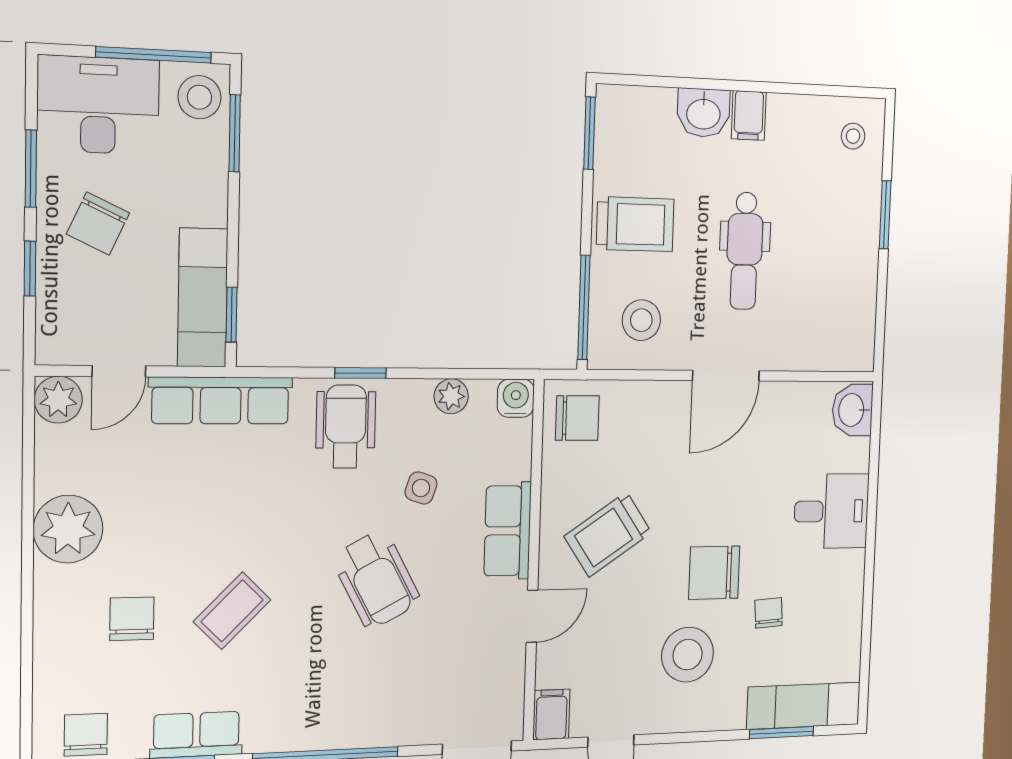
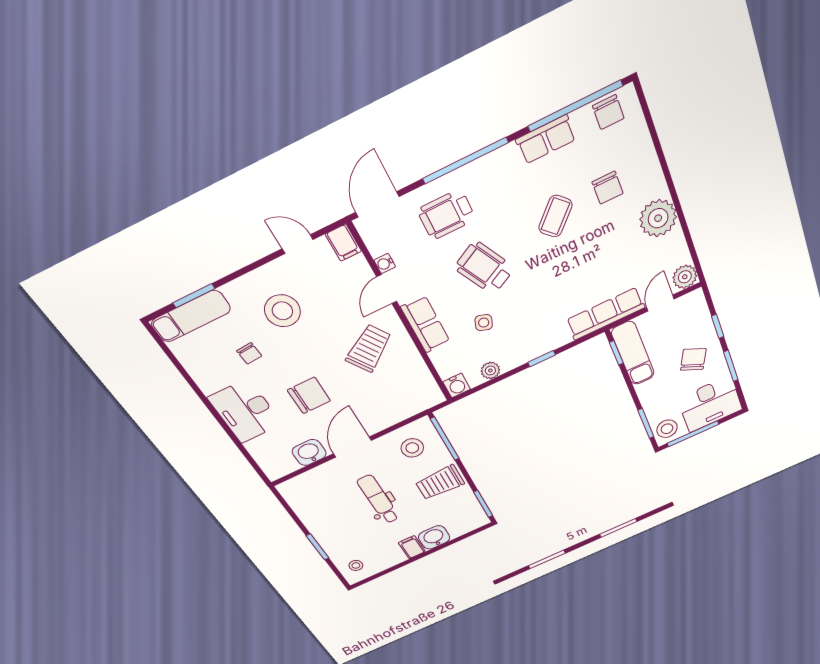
washbasin: (852, 410) -> (309, 452), moved, turned -90
chair: (577, 418) -> (419, 392), removed
wheelchair: (346, 426) -> (446, 215), moved, turned 90
desk: (831, 511) -> (245, 411), width x1.37
chair: (714, 573) -> (309, 395), moved
water cooler: (514, 657) -> (385, 263), added

